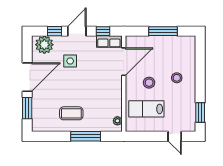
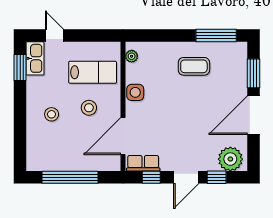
window: (163, 31) -> (70, 177), width x1.46
side table: (70, 61) -> (135, 92), moved
kitchen sink: (189, 119) -> (35, 58), added
window: (86, 136) -> (216, 35), moved

